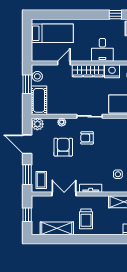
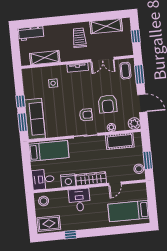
cot: (39, 100) -> (120, 141), moved, turned 90

